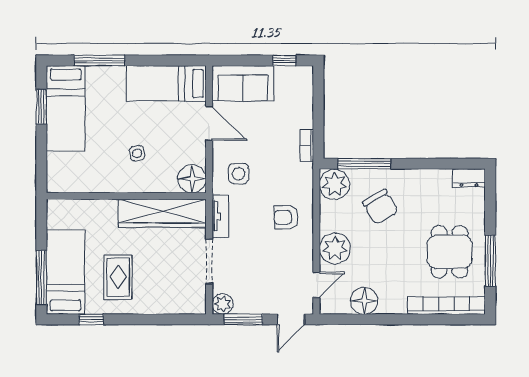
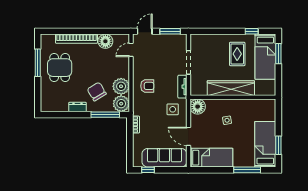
sofa: (243, 83) -> (164, 158), width x1.36
dresser: (469, 178) -> (78, 107), moved
wardrobe: (162, 213) -> (231, 88), moved
plant: (335, 248) -> (121, 86), moved
window: (41, 278) -> (278, 54), width x0.69
plant: (223, 304) -> (181, 40), removed
bookcase: (446, 306) -> (76, 39), moved

